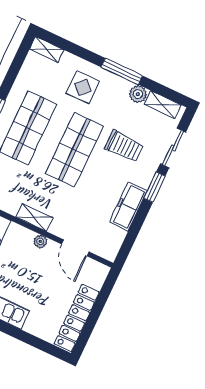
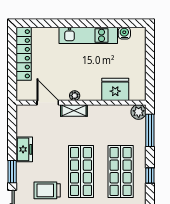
freezer: (128, 206) -> (24, 149), width x0.71
shelving: (34, 217) -> (74, 111), moved

